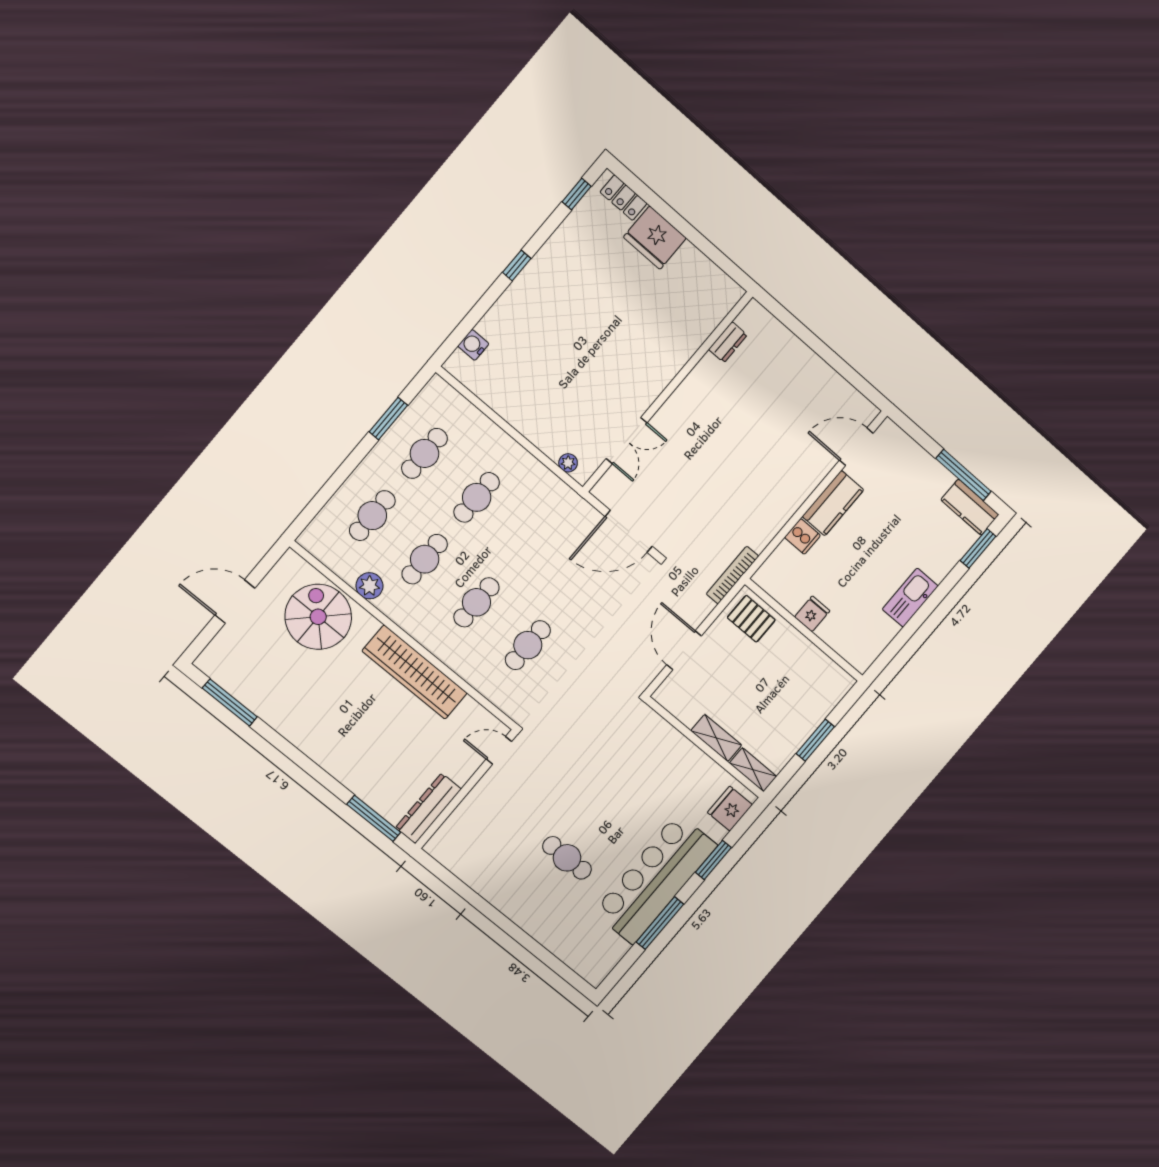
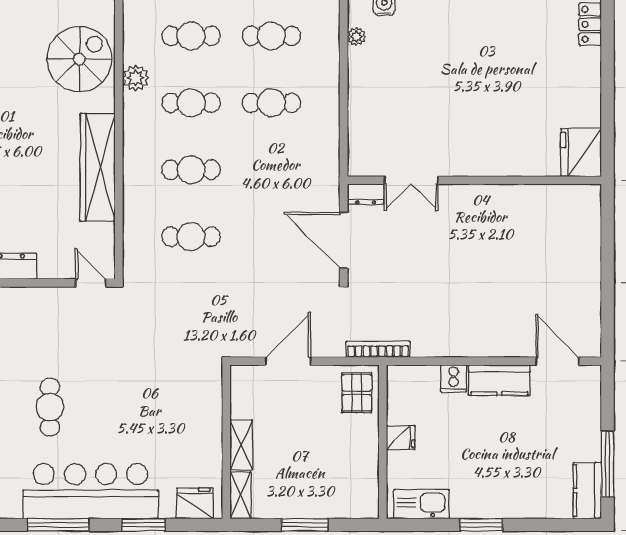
fridge: (655, 238) -> (581, 153), moved
dresser: (728, 342) -> (366, 194), moved
plant: (568, 463) -> (356, 37), moved
window: (978, 548) -> (481, 525), moved
kitchen sink: (910, 598) -> (421, 504), moved

